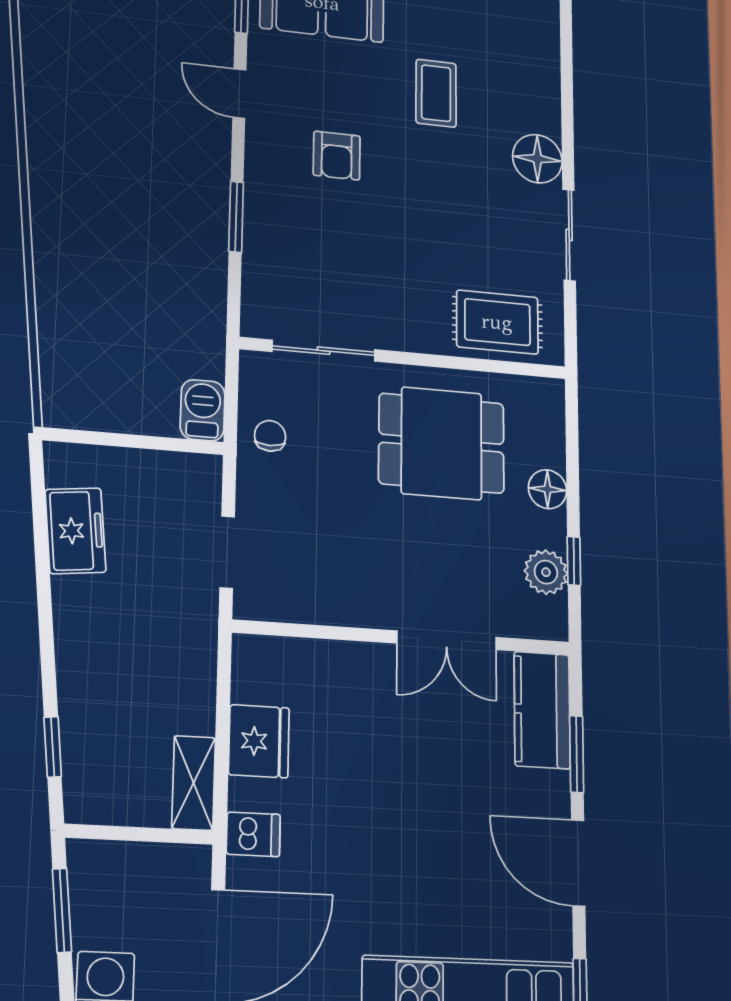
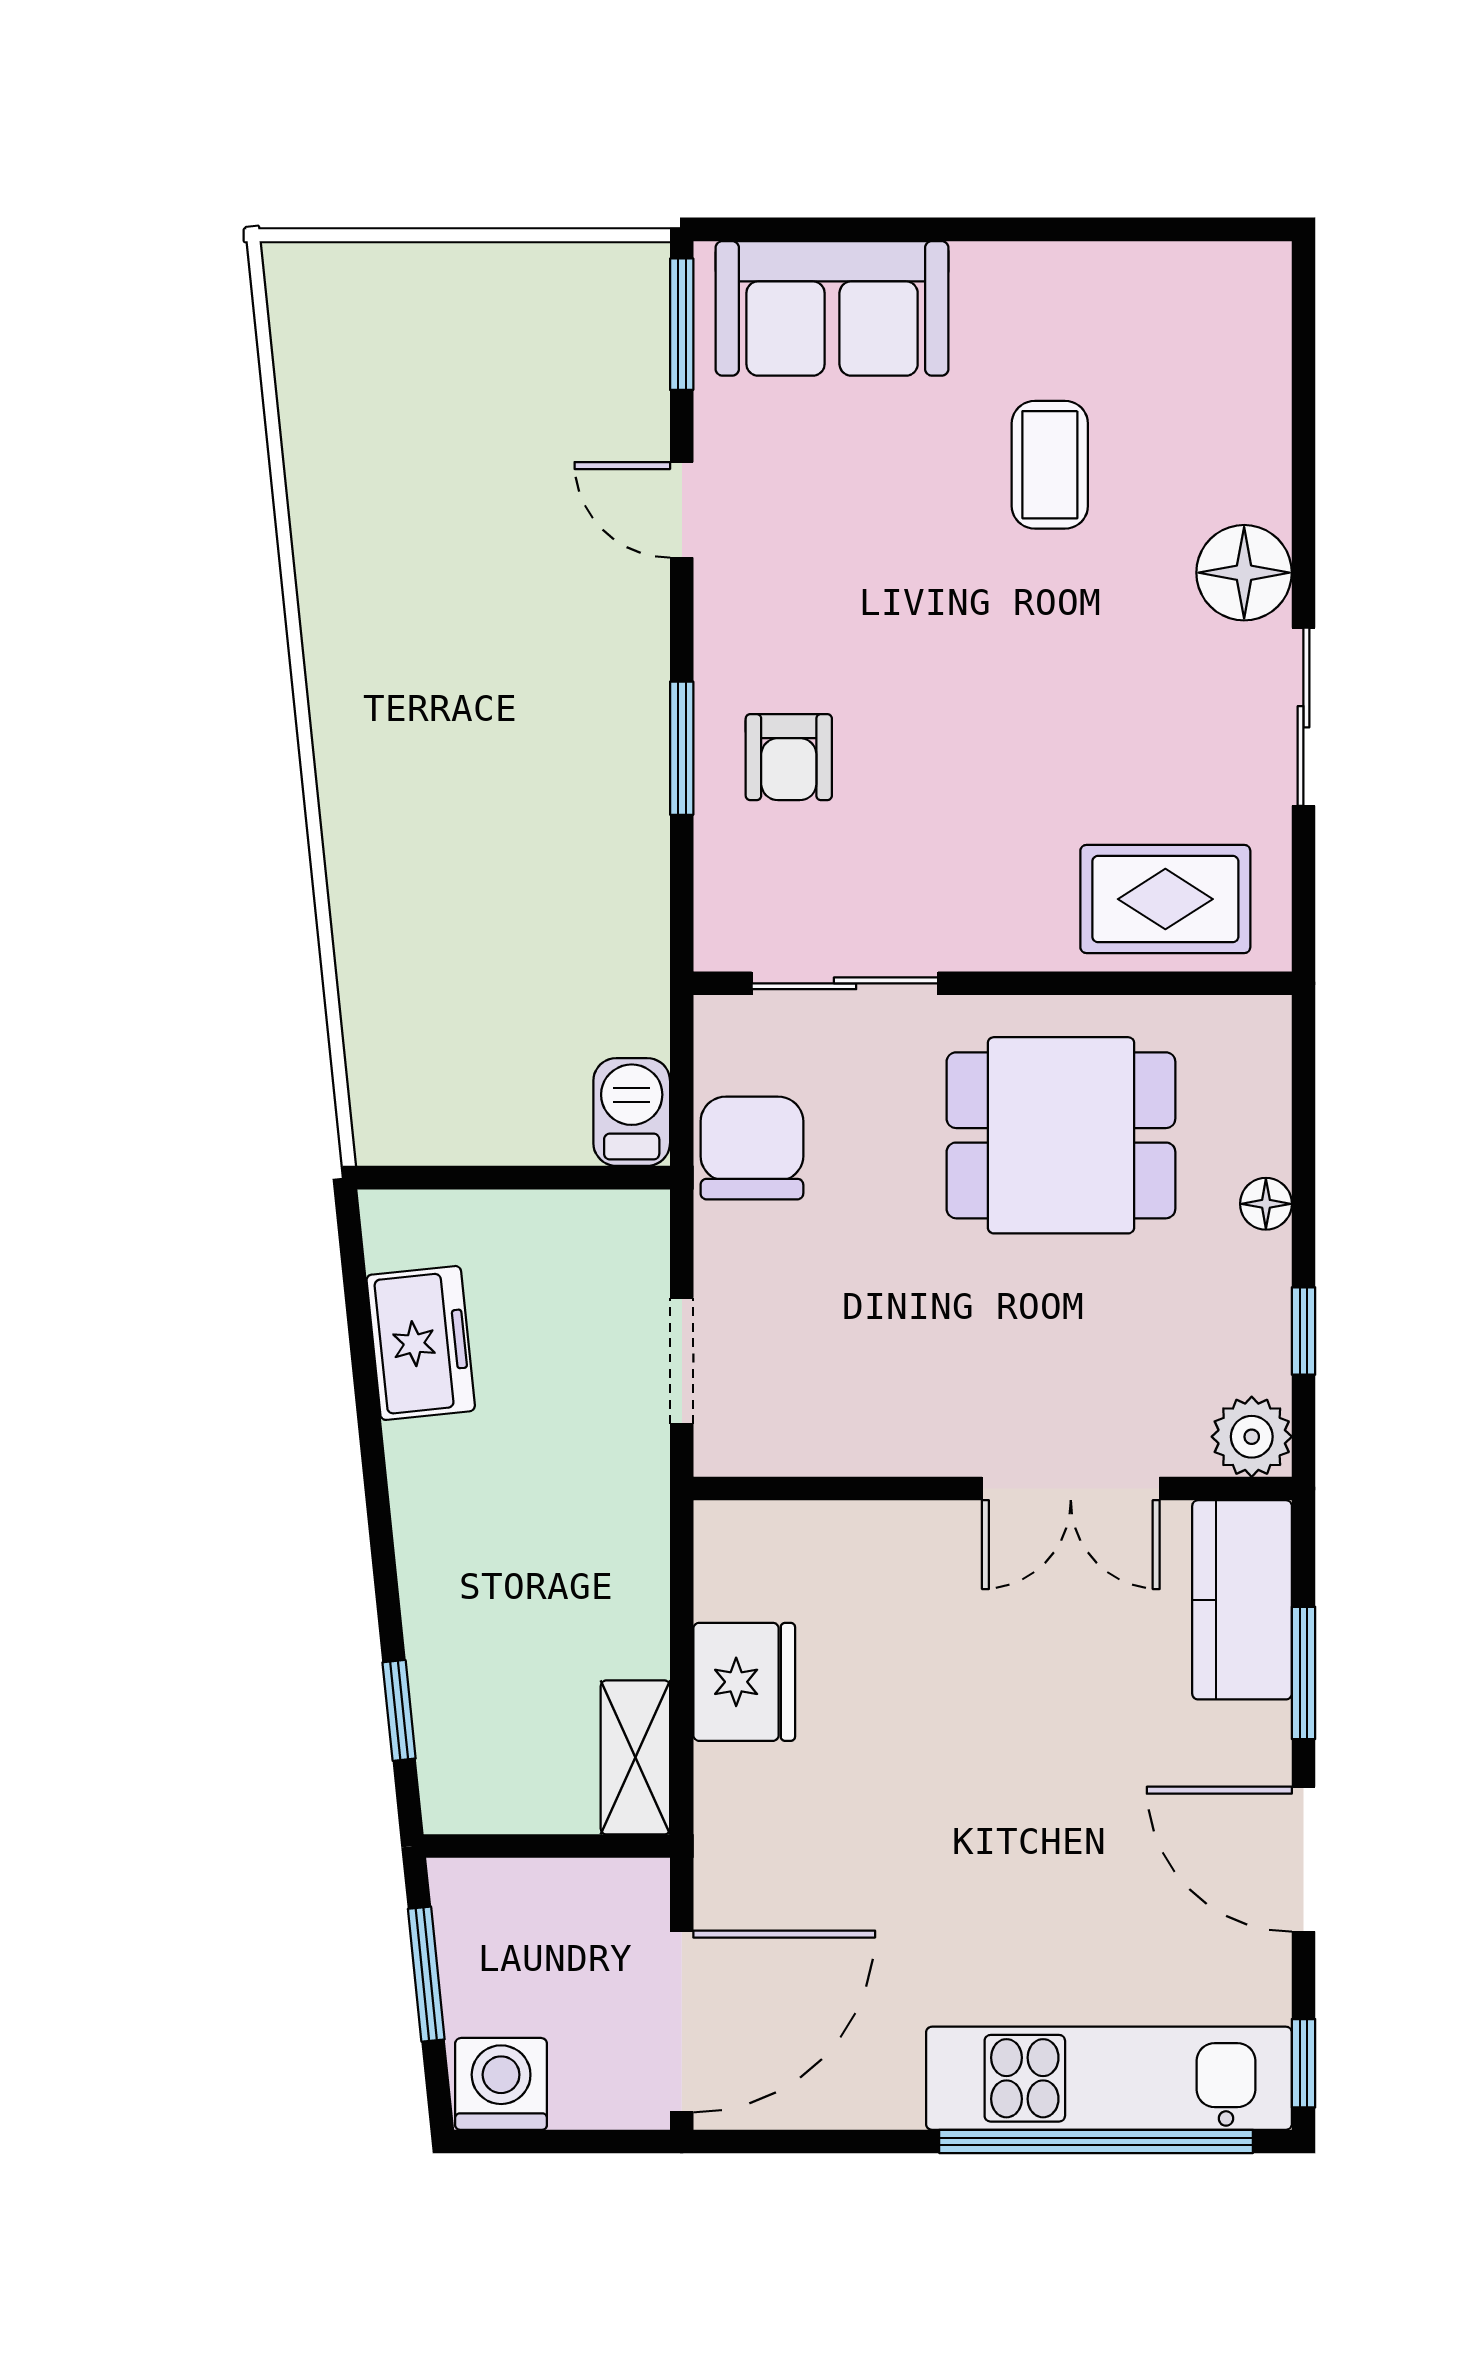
armchair: (337, 156) -> (789, 757), moved
chair: (270, 436) -> (752, 1148), width x1.87, depth x1.87
floor lamp: (548, 489) -> (1266, 1204), width x0.73, depth x0.73
plant: (546, 572) -> (1252, 1437), moved
dishwasher: (253, 834) -> (738, 1837), removed

